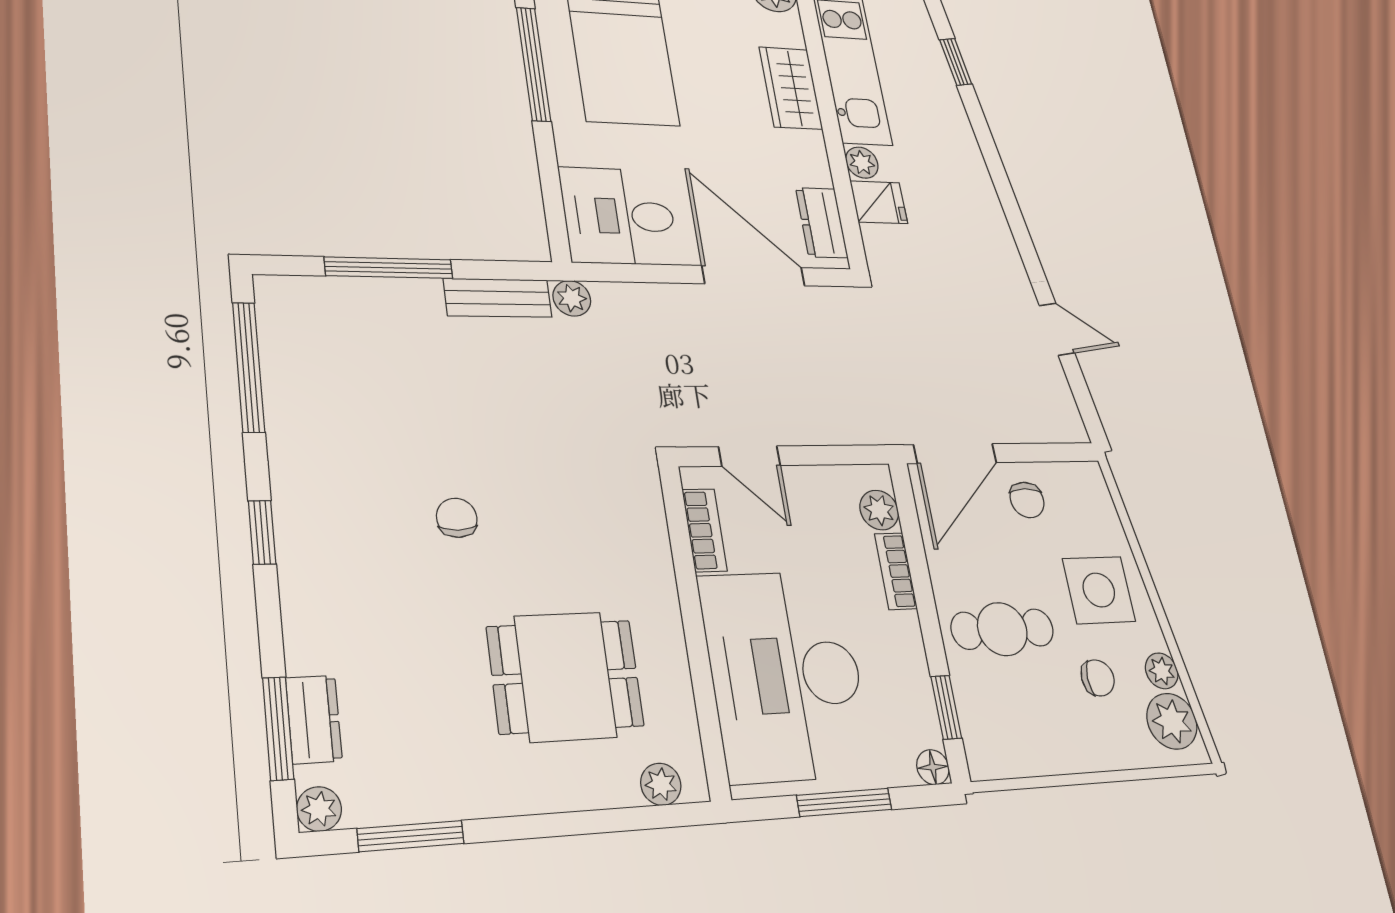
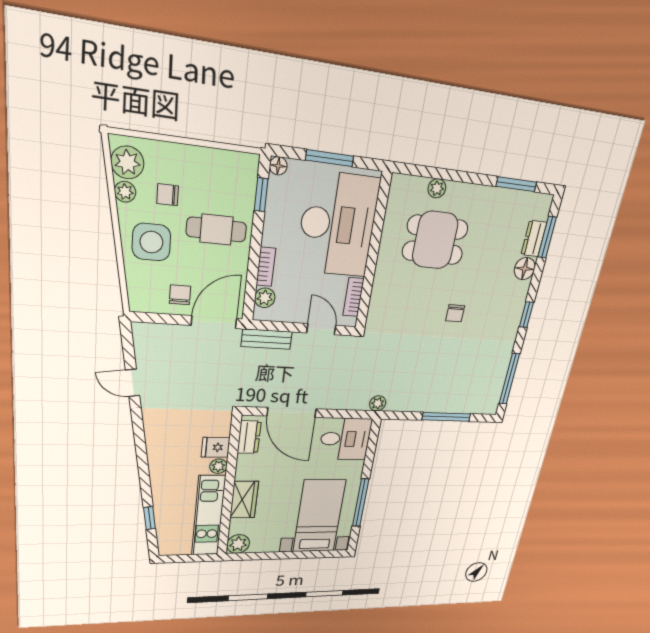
bench: (498, 298) -> (267, 339), moved
floor lamp: (311, 644) -> (525, 269), added
plant: (661, 784) -> (437, 188), moved
plant: (319, 809) -> (544, 203), removed

